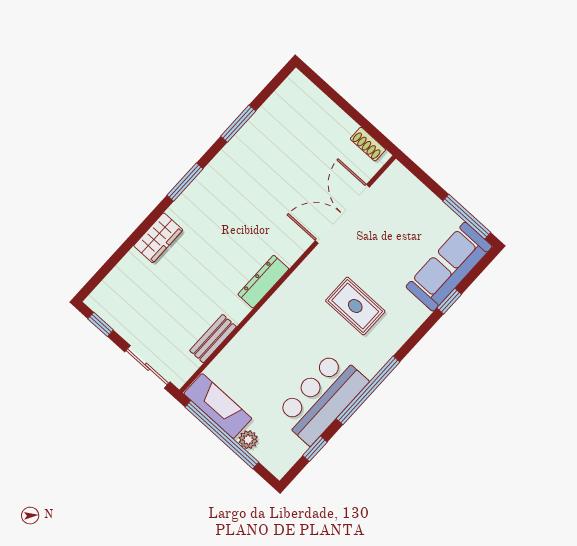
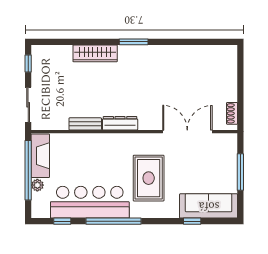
window: (238, 124) -> (185, 42), removed
window: (467, 217) -> (240, 172), moved
wardrobe: (158, 238) -> (95, 53), width x1.50
rug: (355, 306) -> (149, 178), width x1.36, depth x1.43
bench: (213, 339) -> (85, 124), moved
bar counter: (322, 398) -> (90, 202), width x1.36

